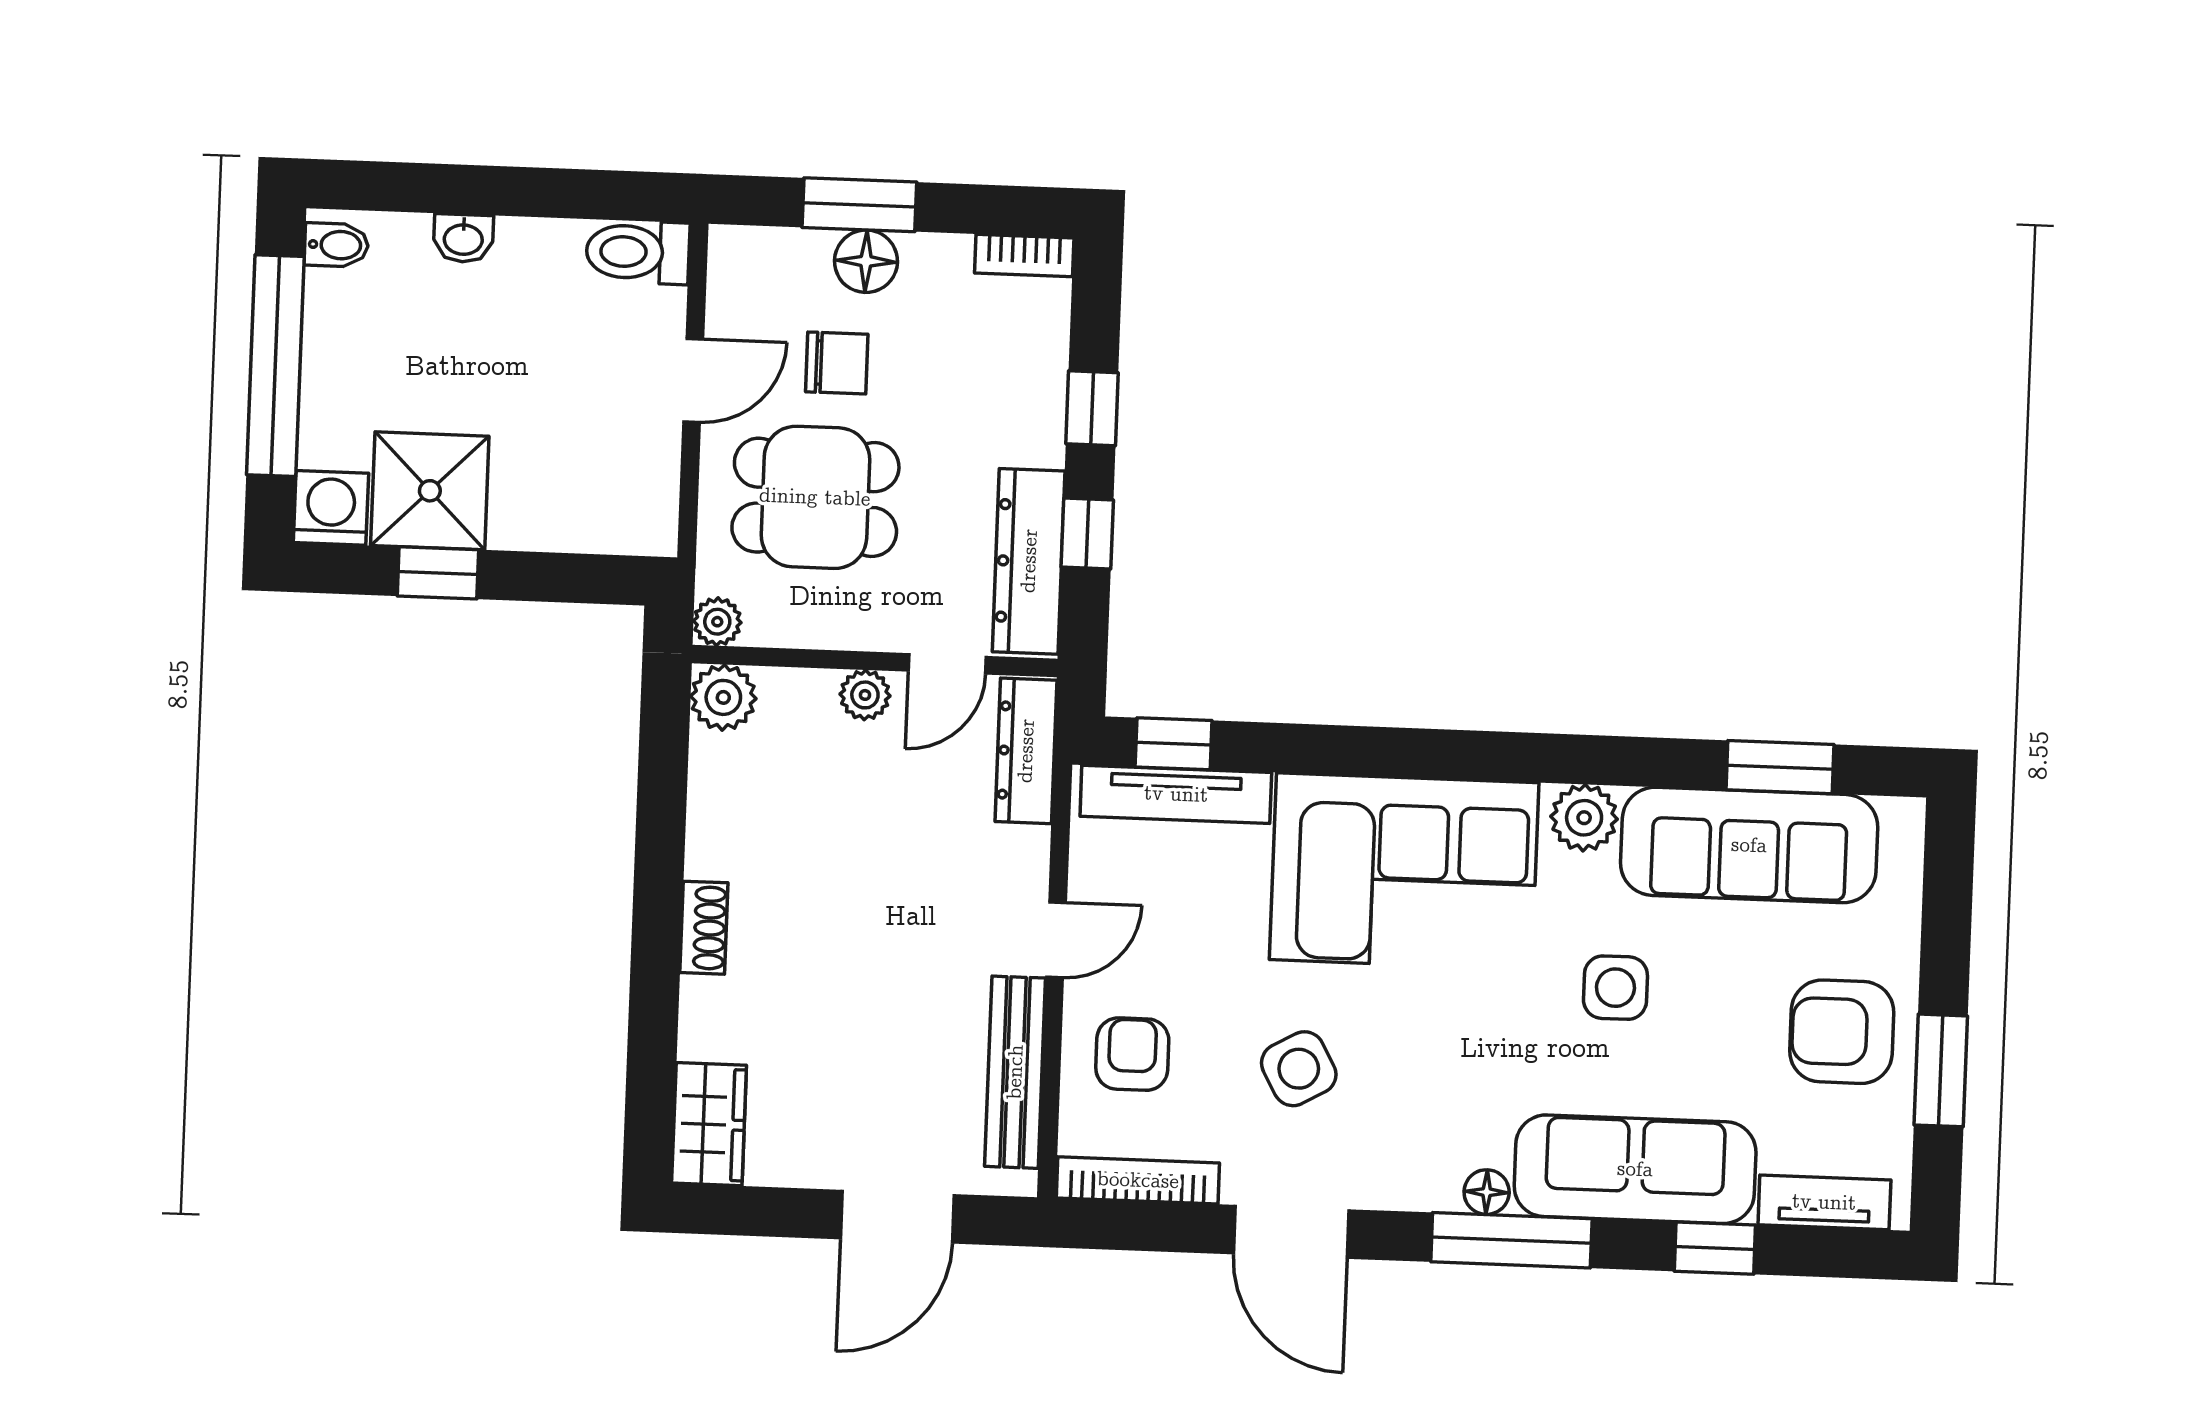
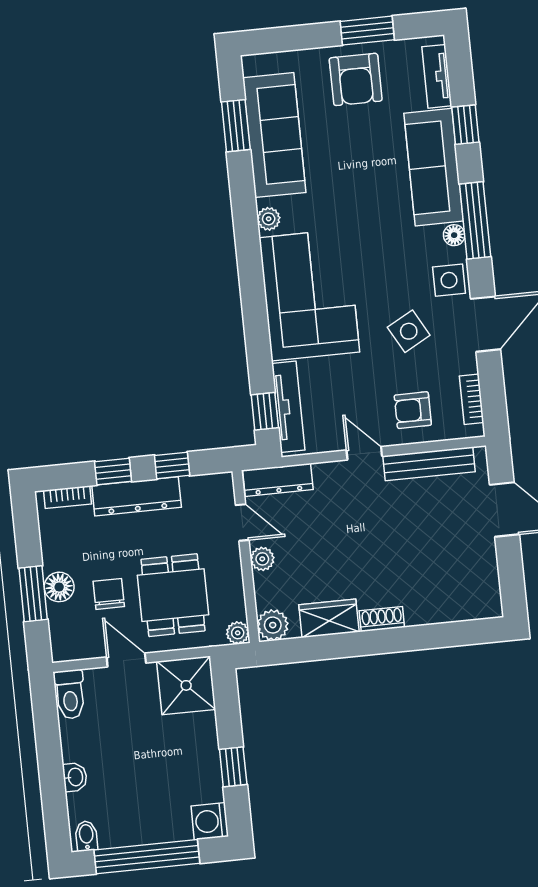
bookcase: (1024, 255) -> (67, 497), moved, turned 90
shower: (430, 491) -> (186, 685), moved
dresser: (1029, 561) -> (137, 496), moved
plant: (1584, 818) -> (269, 219), width x0.73, depth x0.73
side table: (1615, 988) -> (449, 280), moved
wardrobe: (709, 1124) -> (329, 618), moved
bookcase: (1138, 1180) -> (472, 399), width x0.64

